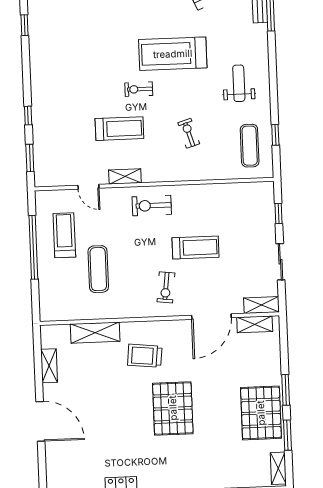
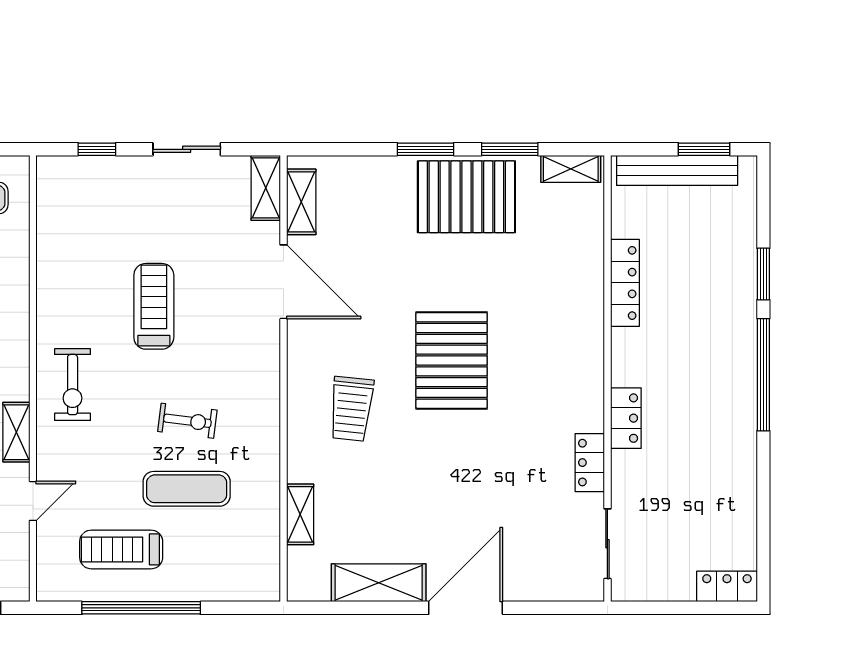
exercise bike: (166, 287) -> (187, 421), moved
shelving: (95, 333) -> (300, 514), width x0.67, depth x0.75
shelving: (49, 366) -> (379, 583), width x1.50, depth x1.33
pallet: (173, 408) -> (452, 360), turned 90

